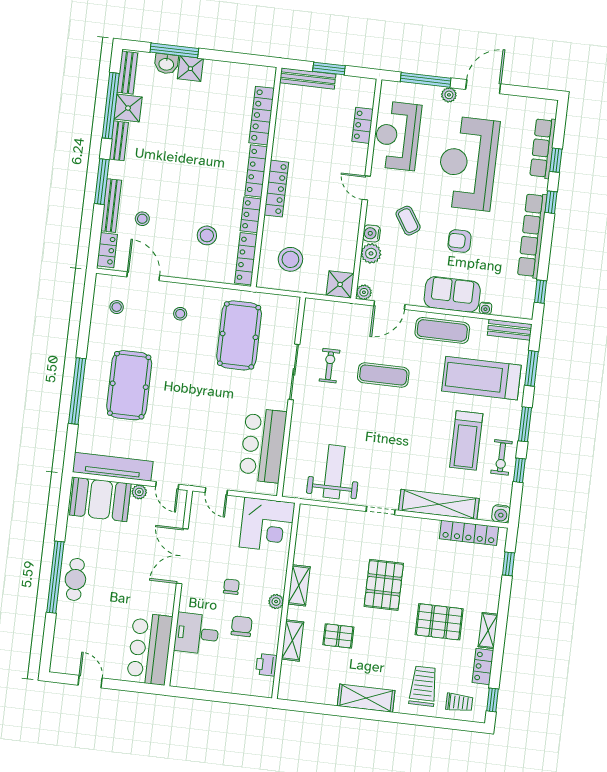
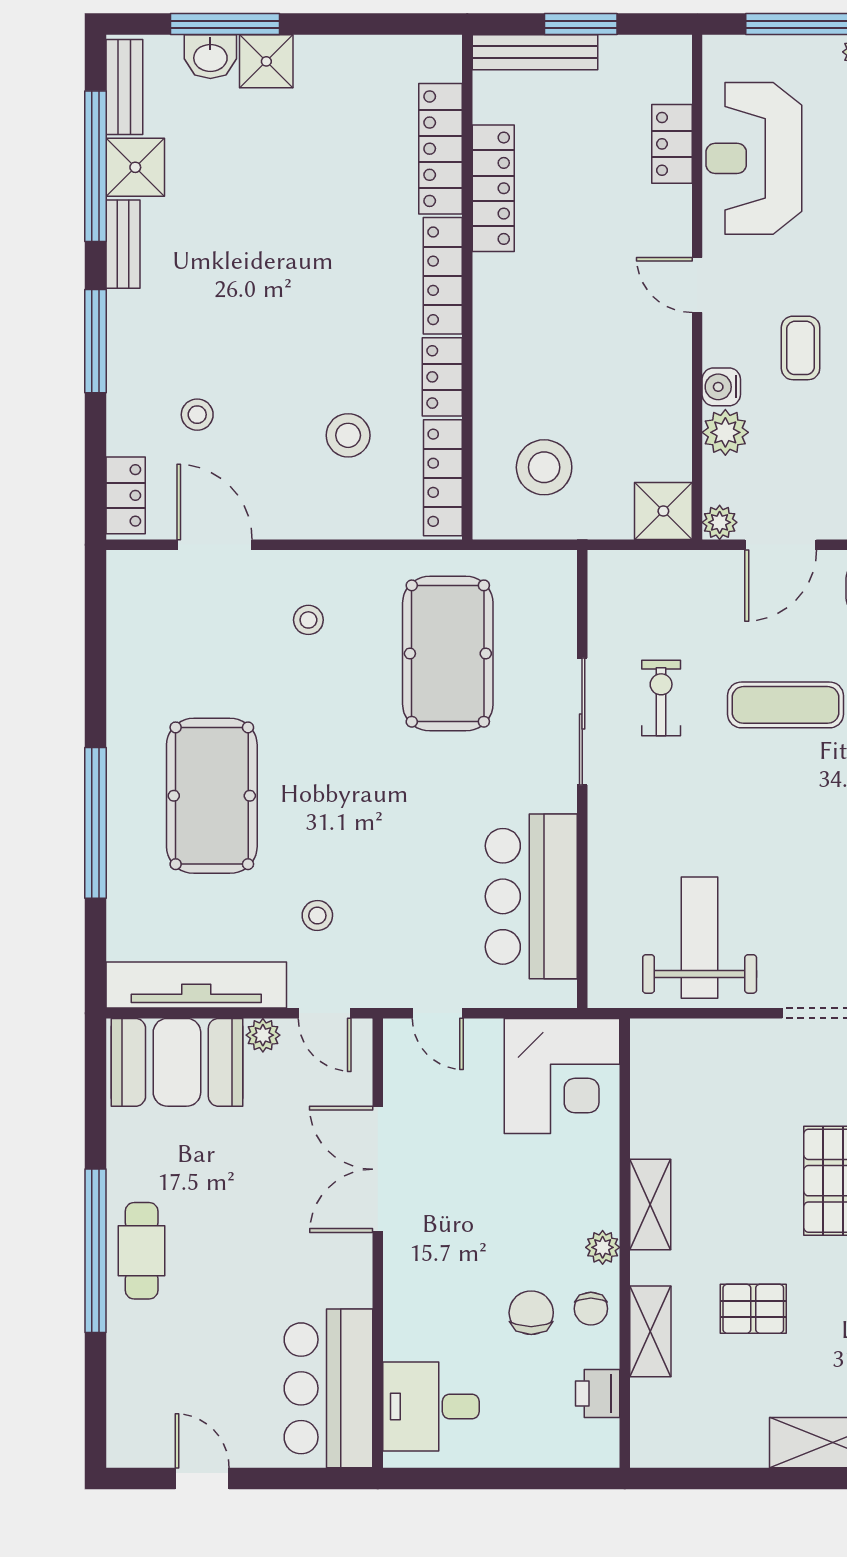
locker: (276, 189) -> (493, 188), moved
bench: (111, 206) -> (123, 393), removed
coffee table: (408, 221) -> (801, 348), turned 33
stool: (117, 307) -> (317, 916), moved
chair: (231, 587) -> (591, 1309), moved, turned 180
desk: (197, 634) -> (431, 1407), moved

